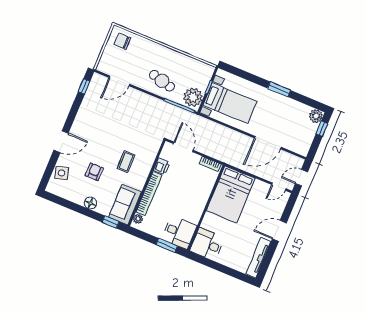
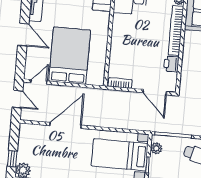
plant: (193, 97) -> (156, 148), width x0.53, depth x0.53
door: (302, 178) -> (18, 99), hinge flipped
bed: (231, 194) -> (70, 56), moved
door: (279, 231) -> (23, 35), hinge flipped

